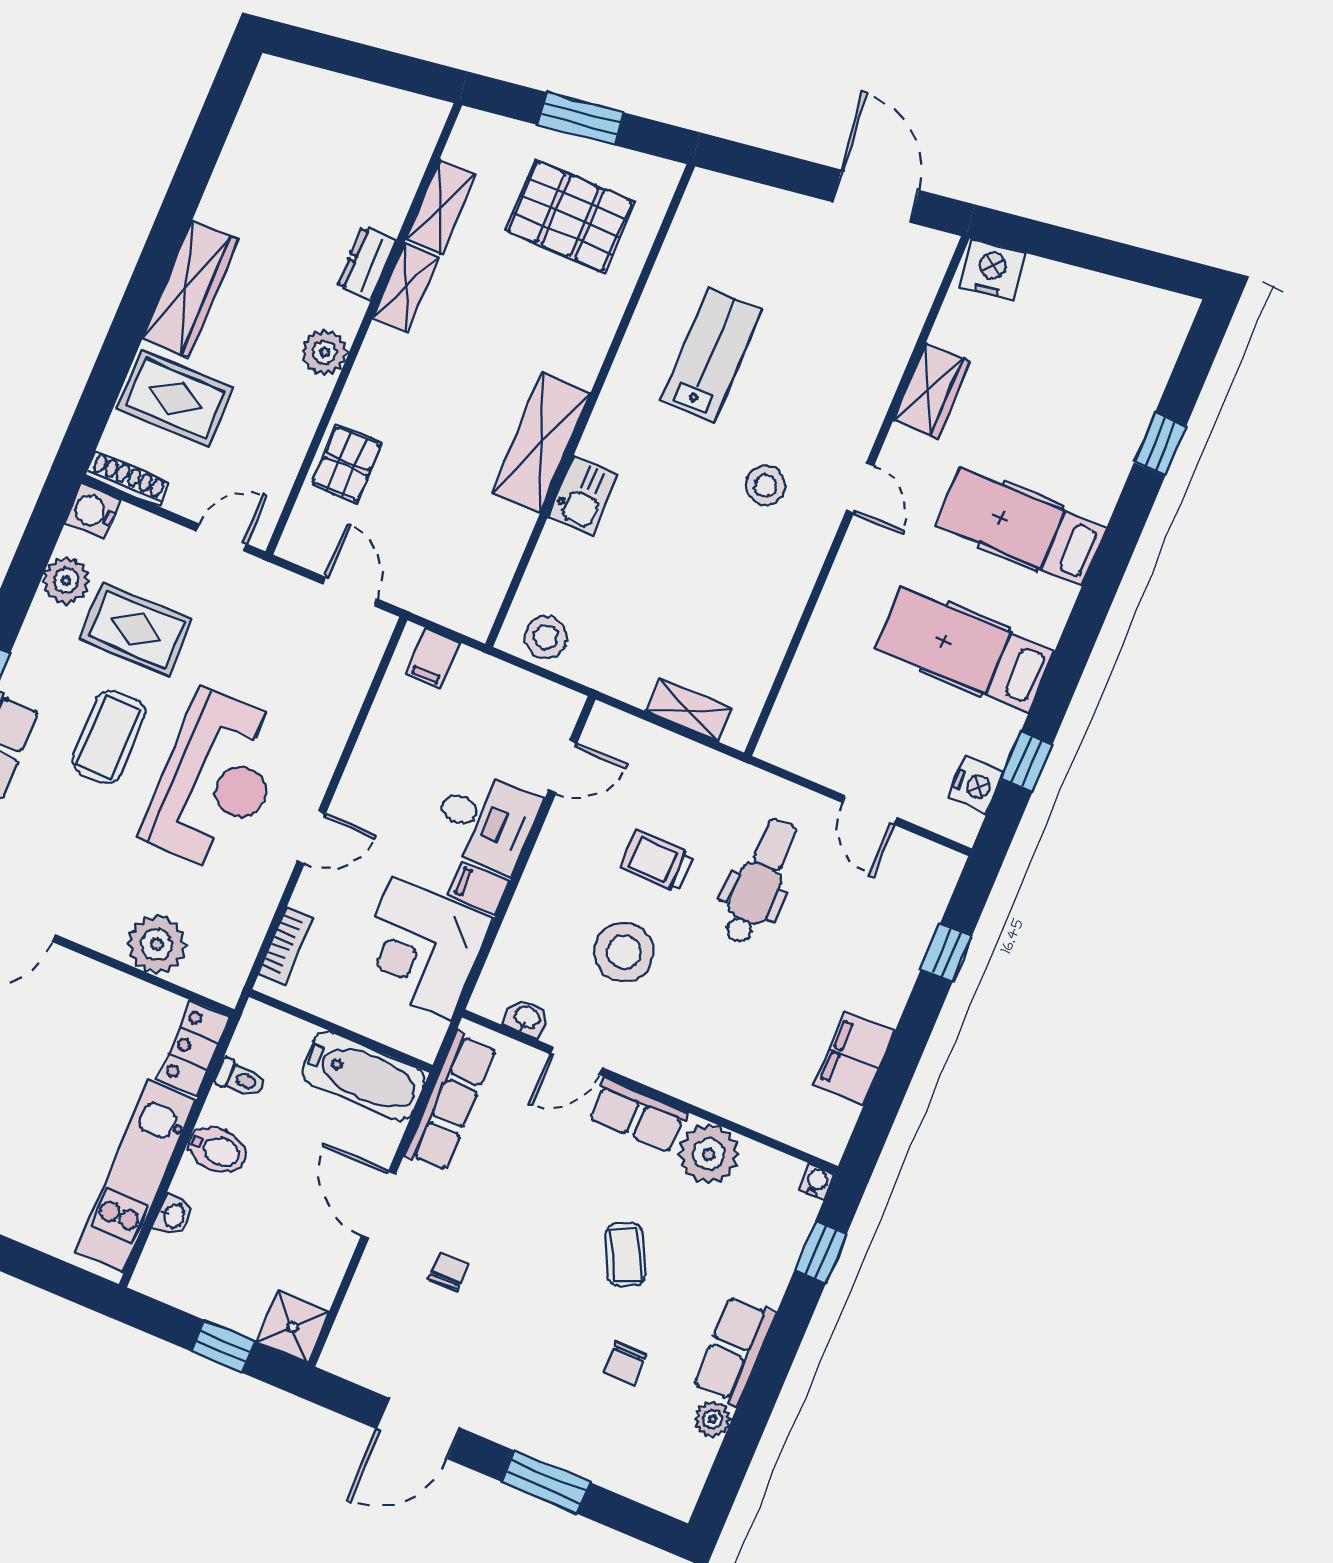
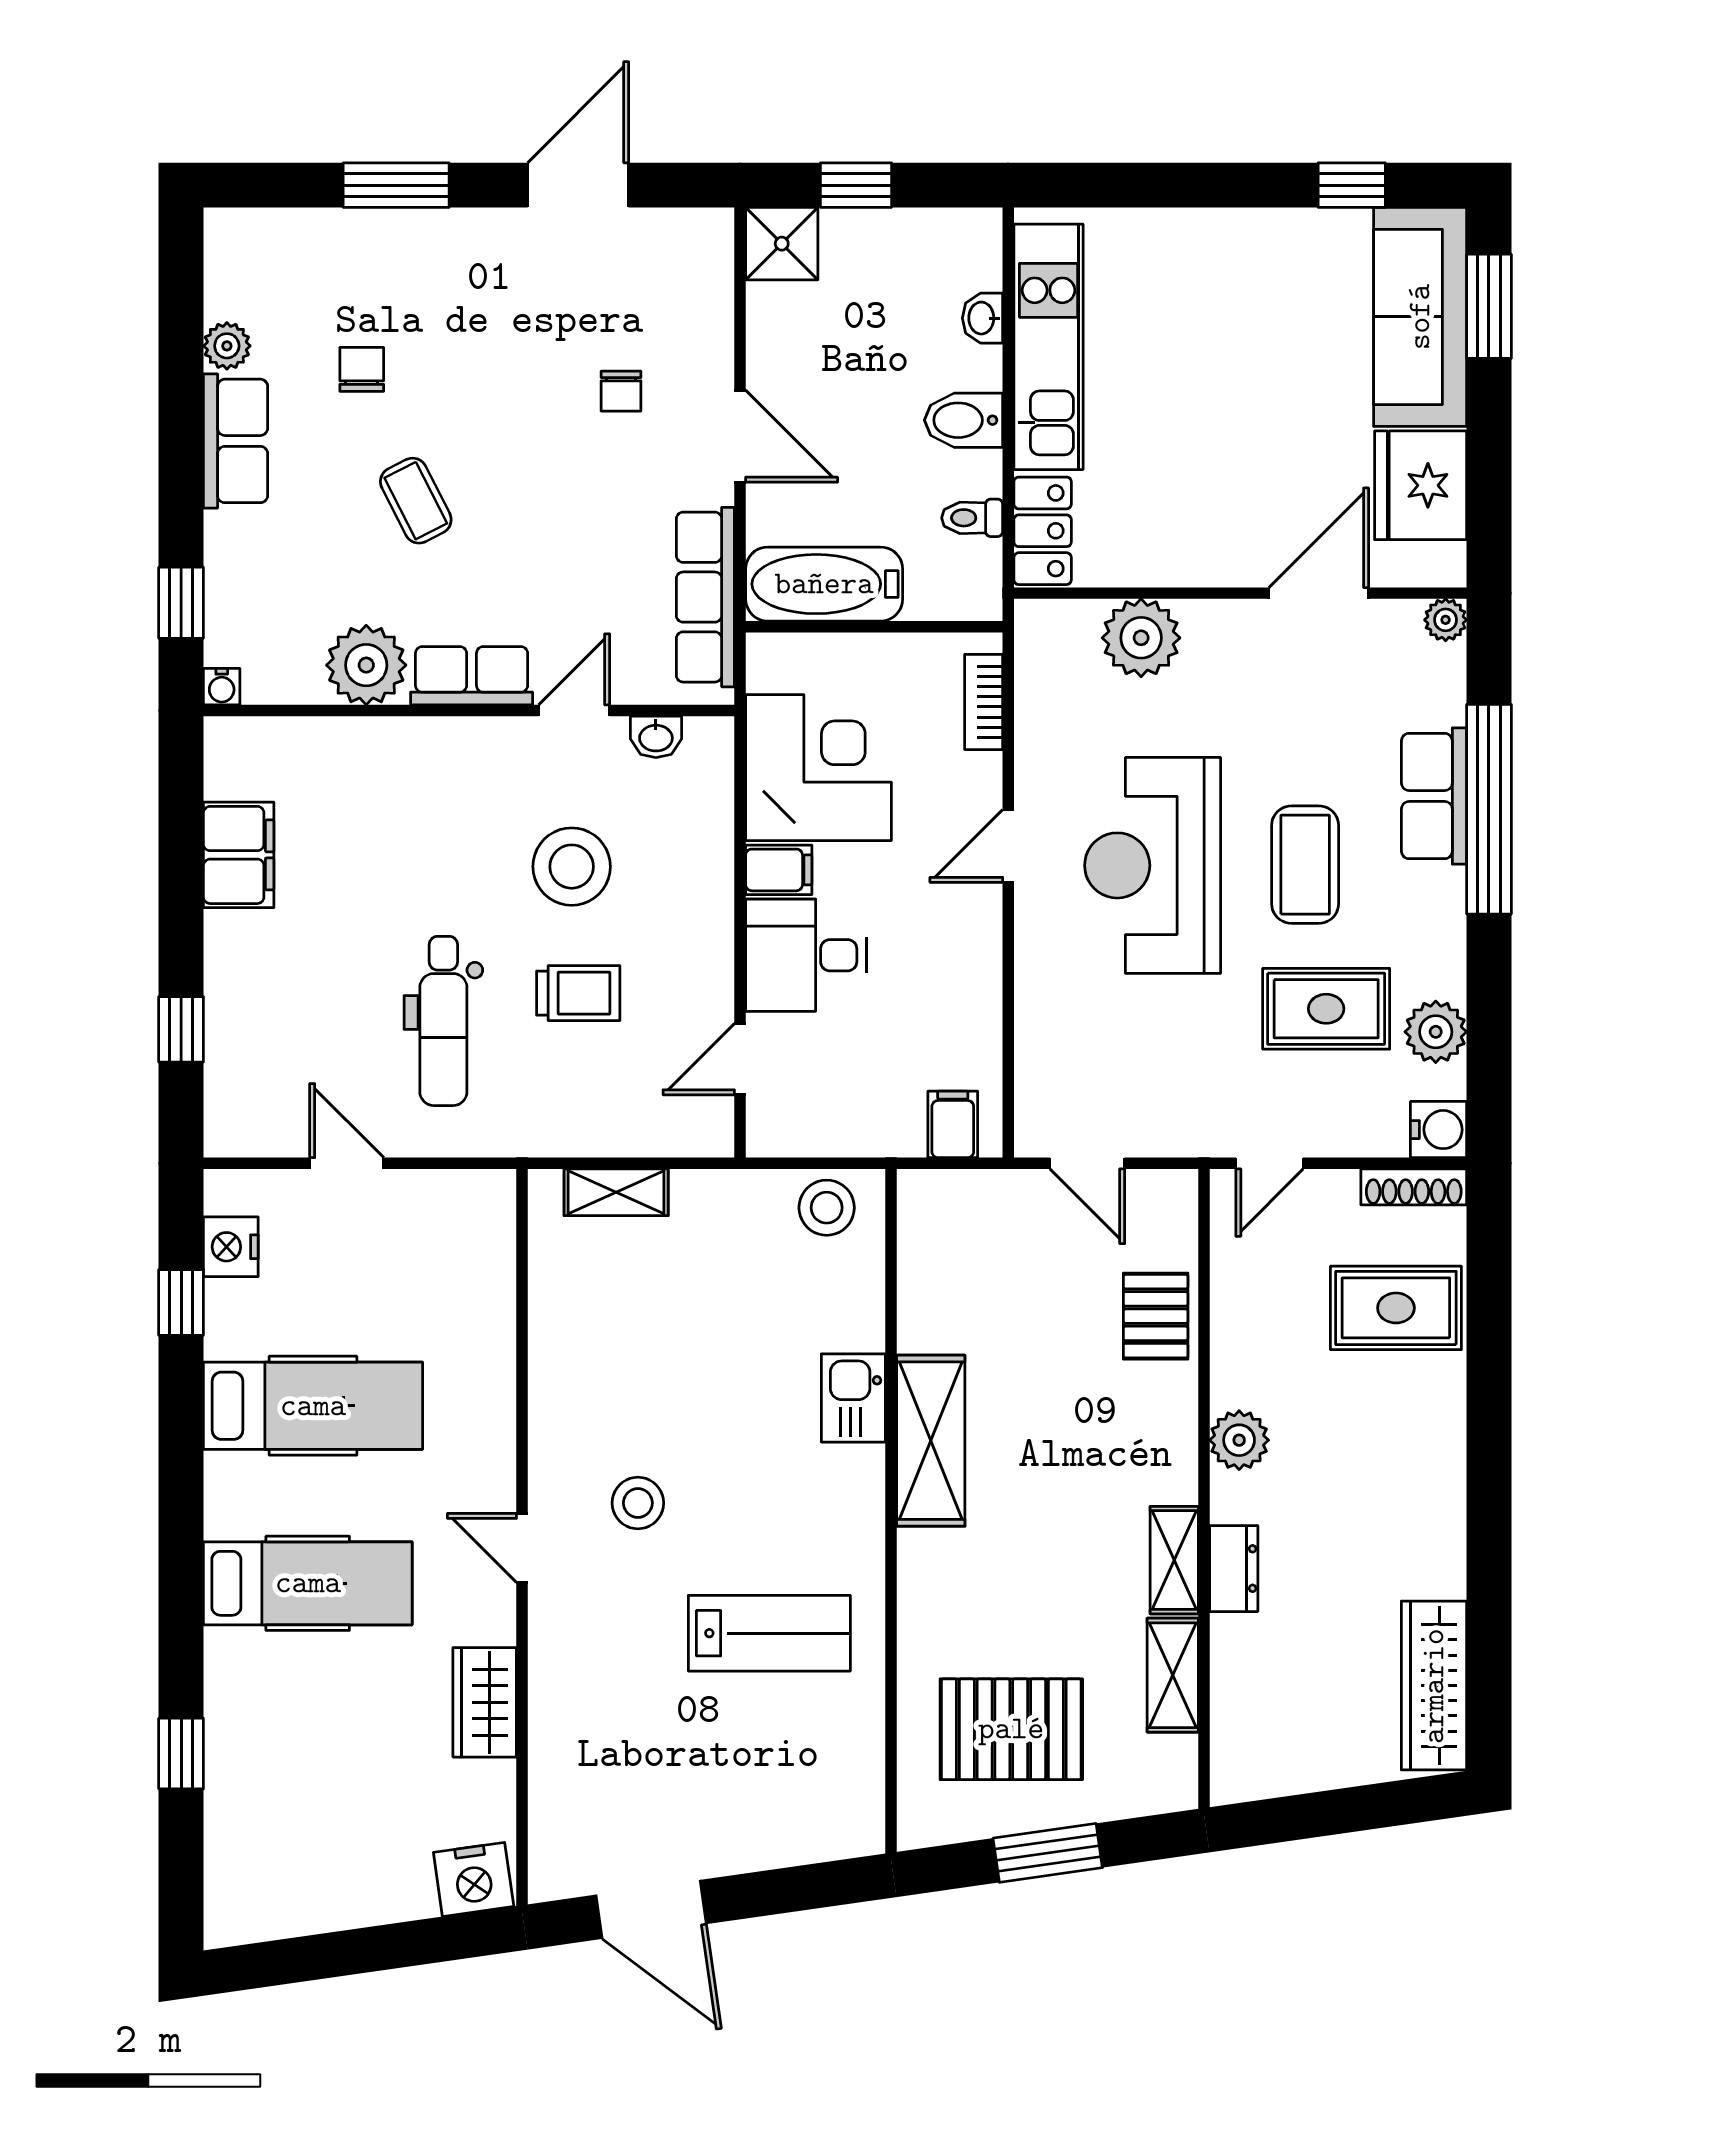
wardrobe: (190, 289) -> (1434, 1686), moved
lab bench: (711, 355) -> (769, 1633), turned -90

